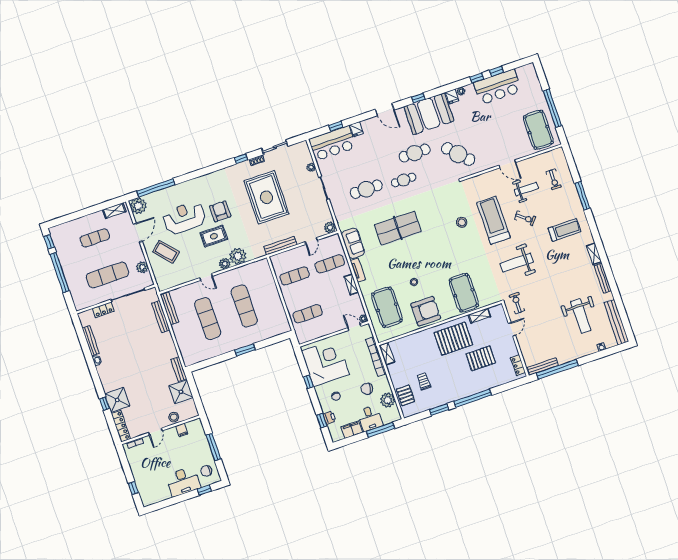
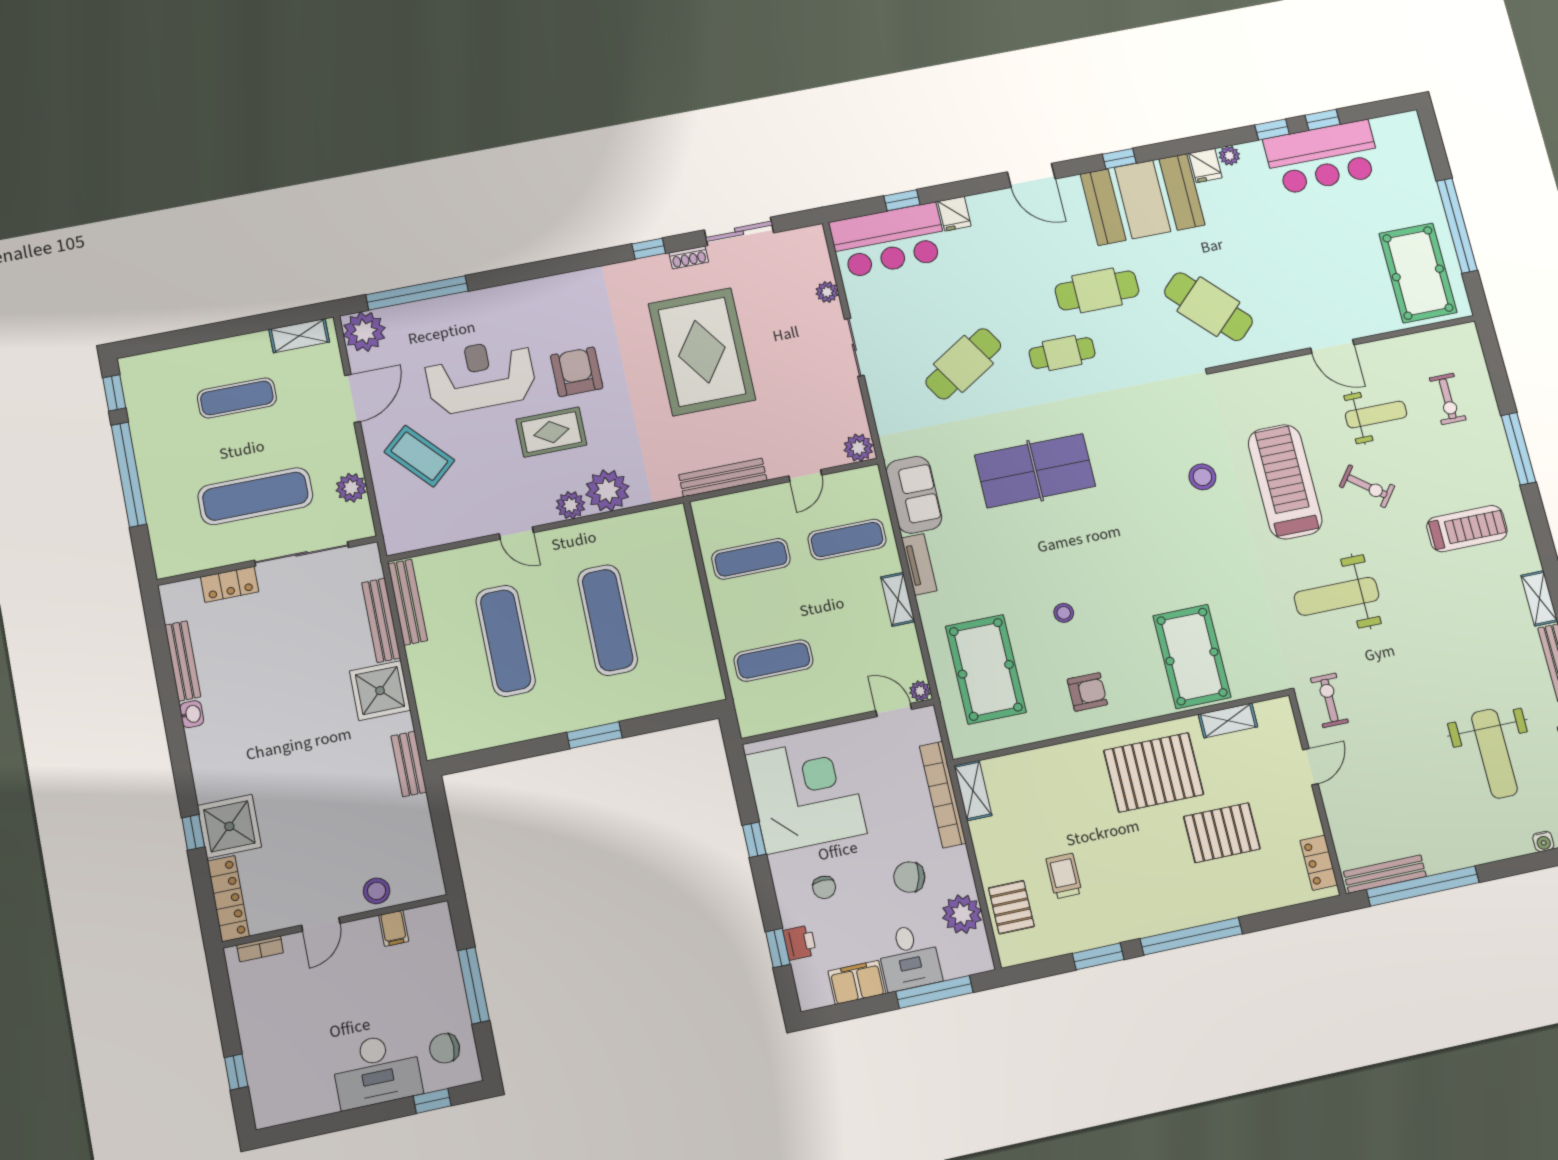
cafe table: (366, 189) -> (963, 364), turned -32
armchair: (426, 311) -> (1087, 692), width x0.53, depth x0.53
shower: (181, 392) -> (380, 691), moved

